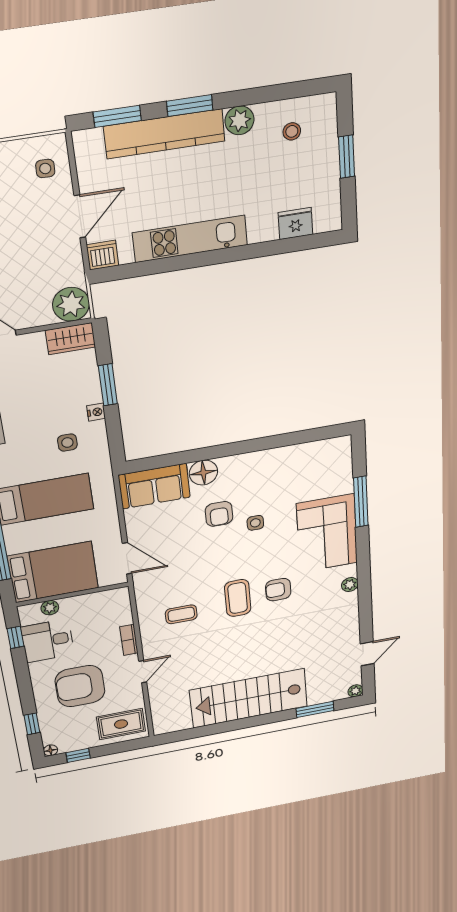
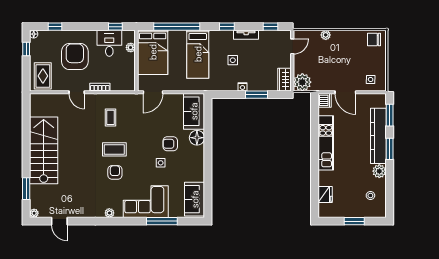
side table: (67, 443) -> (233, 60), moved
sofa: (318, 457) -> (195, 199), added

